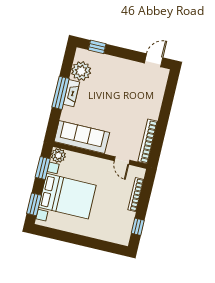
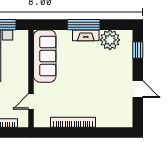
door: (154, 60) -> (138, 89), moved
bookcase: (148, 141) -> (73, 122), moved
plant: (58, 155) -> (21, 37), removed

